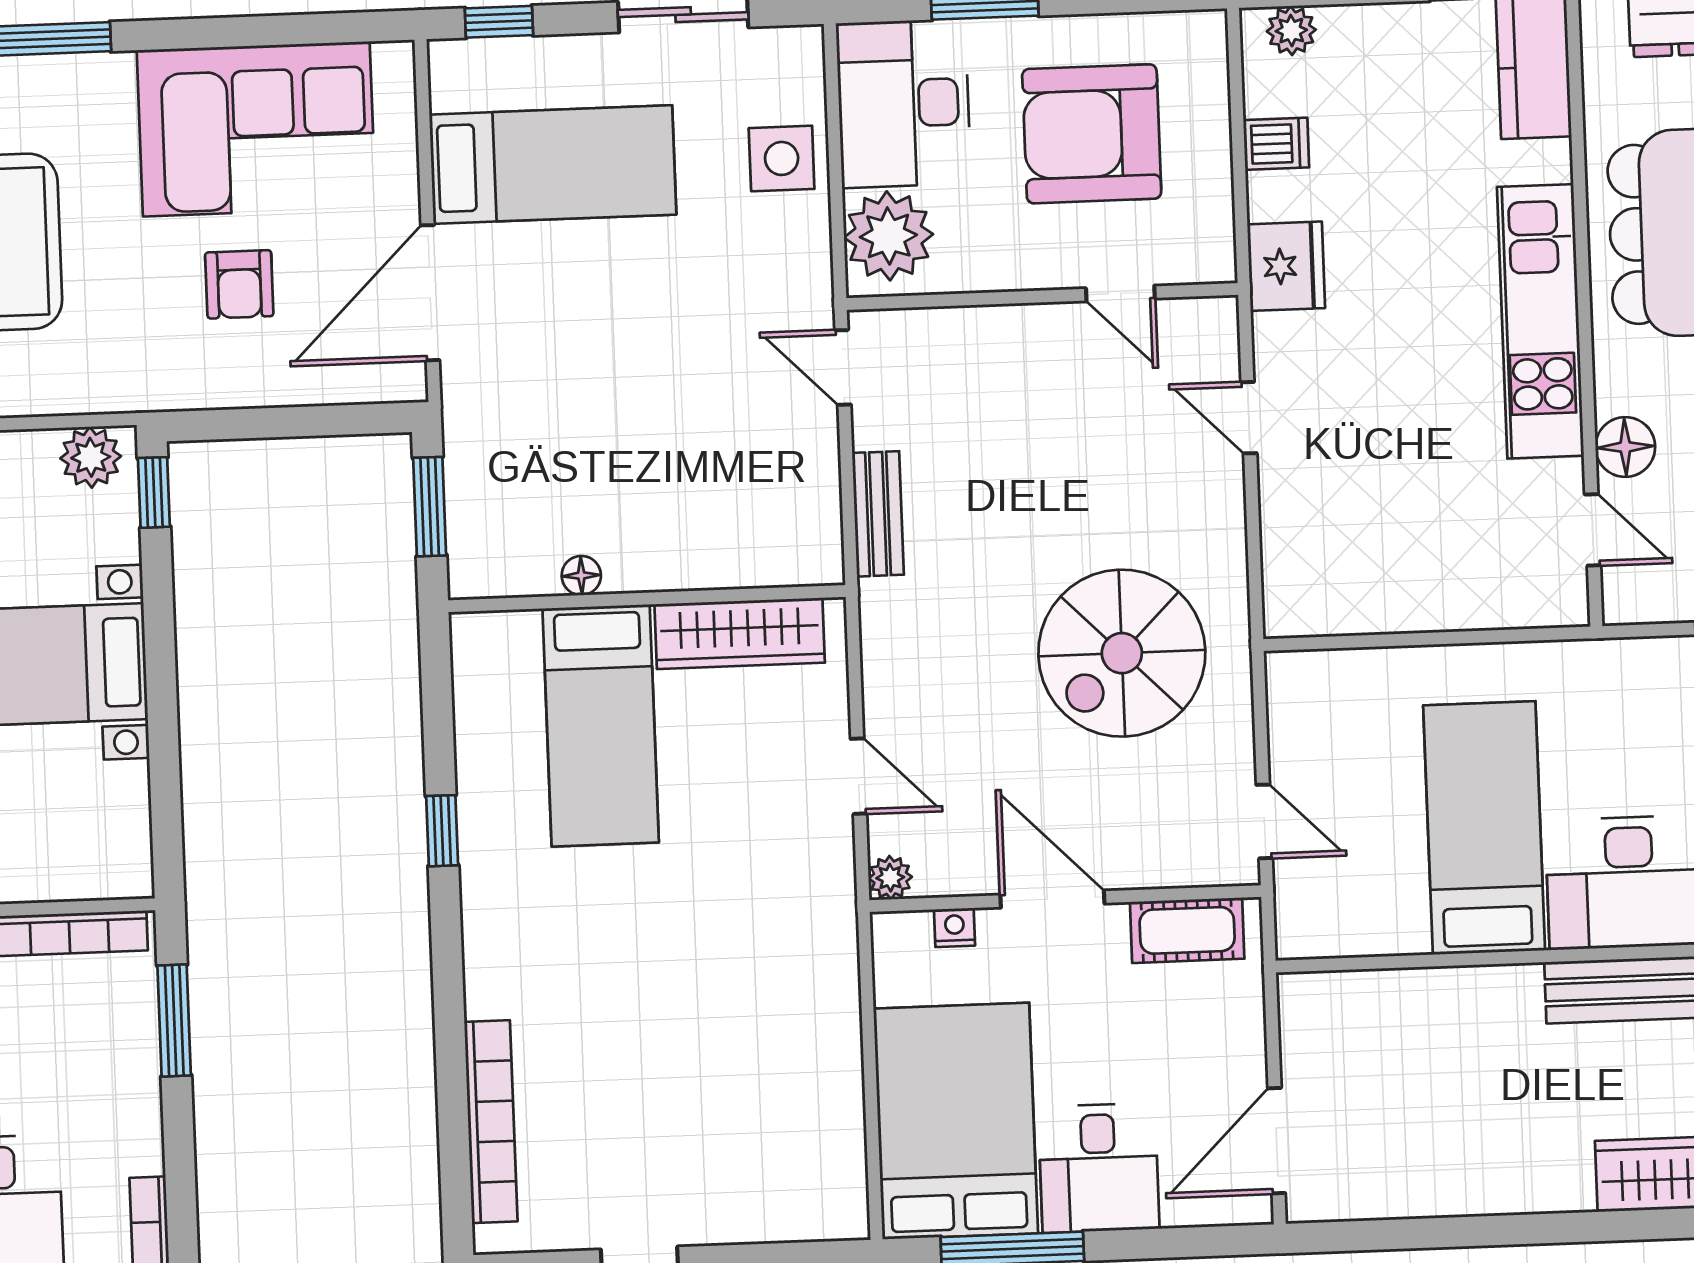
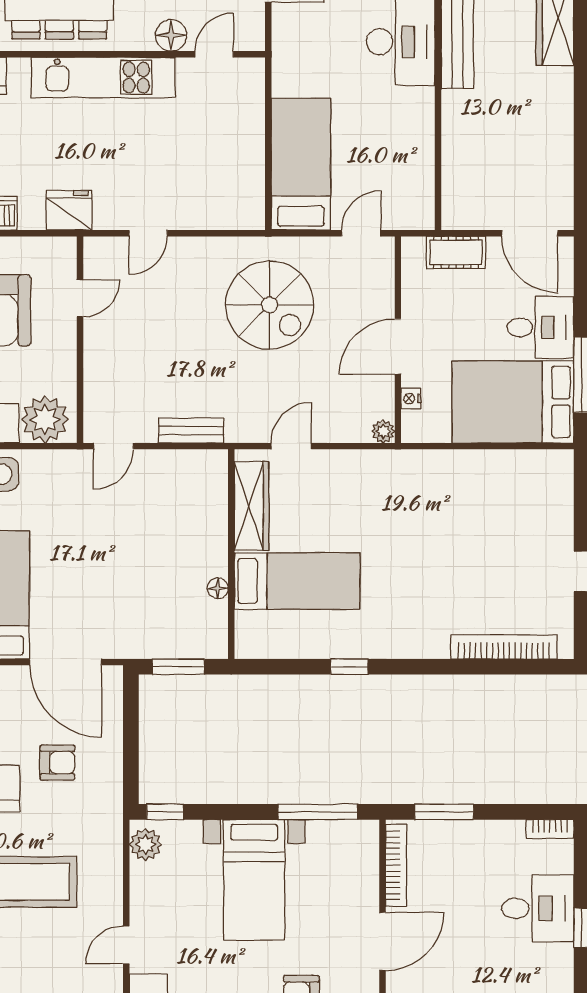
door: (859, 776) -> (291, 446), moved
window: (165, 781) -> (318, 812), added
bed: (1484, 828) -> (301, 164), moved, turned 90
cot: (1187, 930) -> (456, 252), moved, turned 90

